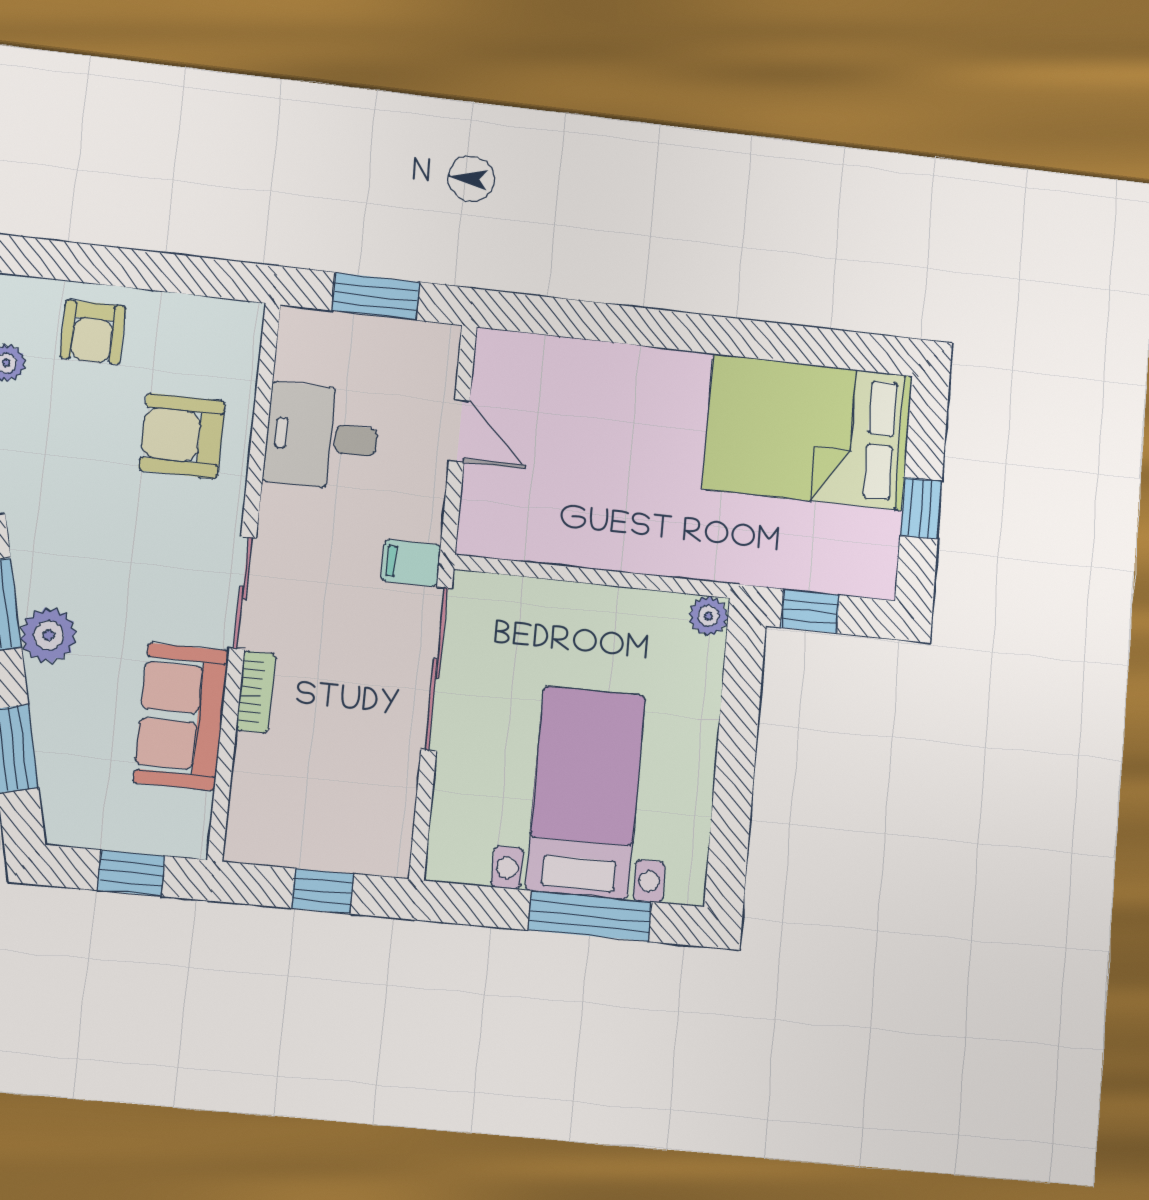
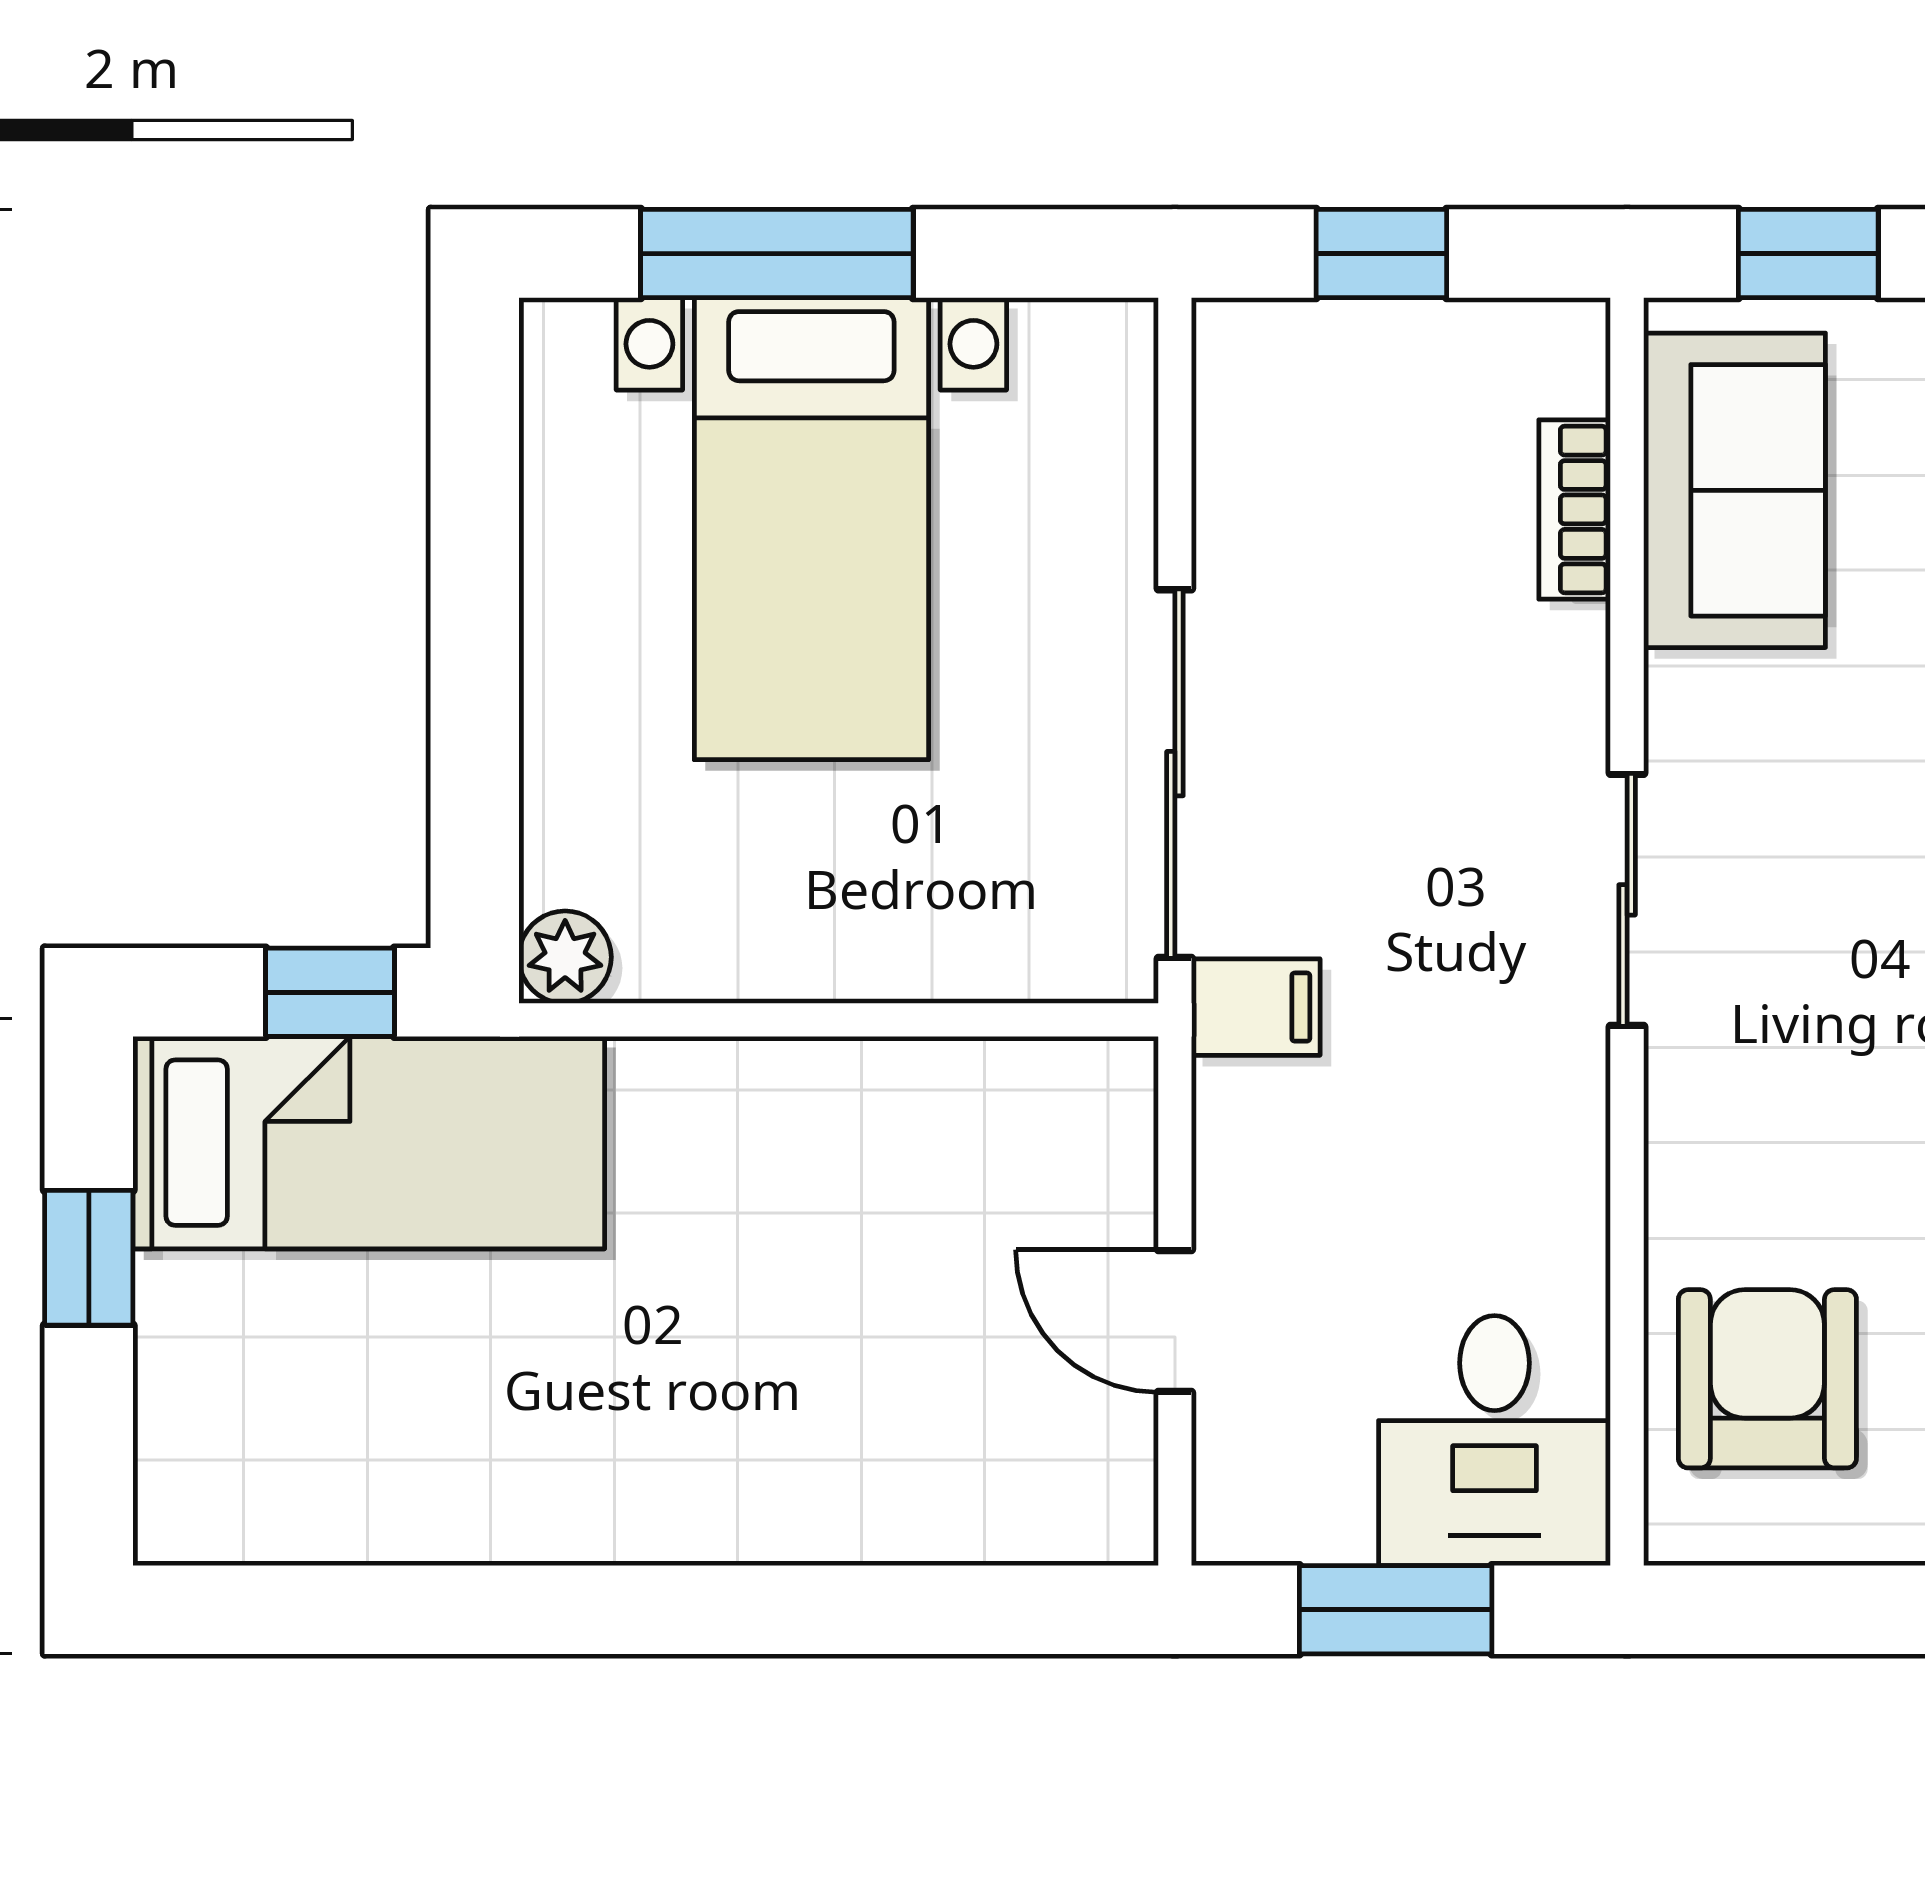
bed: (808, 432) -> (369, 1143), moved, width x0.67
armchair: (182, 436) -> (1767, 1379), moved, turned -90
desk: (322, 437) -> (1495, 1441), moved, turned 90
bookcase: (256, 692) -> (1575, 509), moved
sofa: (181, 717) -> (1734, 490), moved

